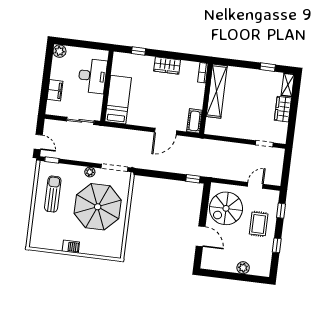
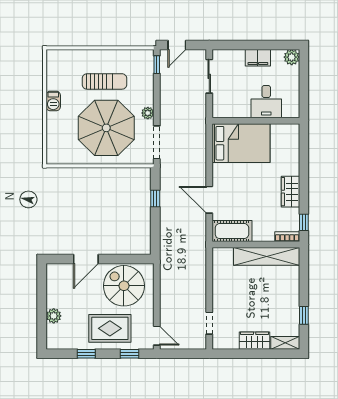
window: (139, 51) -> (304, 222), moved
desk: (92, 76) -> (266, 102), width x0.73
filing cabinet: (55, 90) -> (258, 58), moved
bed: (118, 100) -> (241, 143), width x1.50
sliding door: (80, 121) -> (209, 76), moved
cot: (194, 121) -> (232, 231), width x1.37, depth x1.34
window: (193, 179) -> (155, 198), moved
door: (255, 185) -> (157, 336), moved
sun lounger: (53, 194) -> (104, 81), moved
rug: (259, 224) -> (110, 328), width x1.36, depth x1.43

